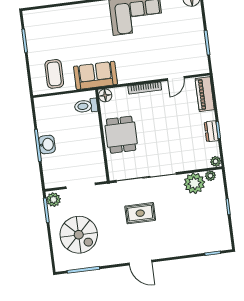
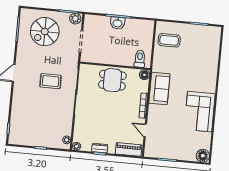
sofa: (95, 75) -> (159, 88), moved
plant: (194, 183) -> (64, 127), removed
rug: (140, 213) -> (51, 81), turned 90

